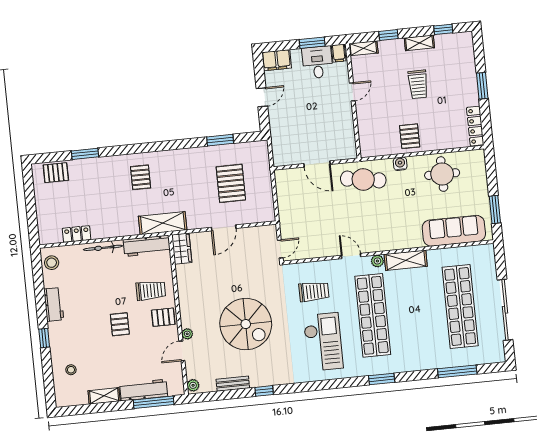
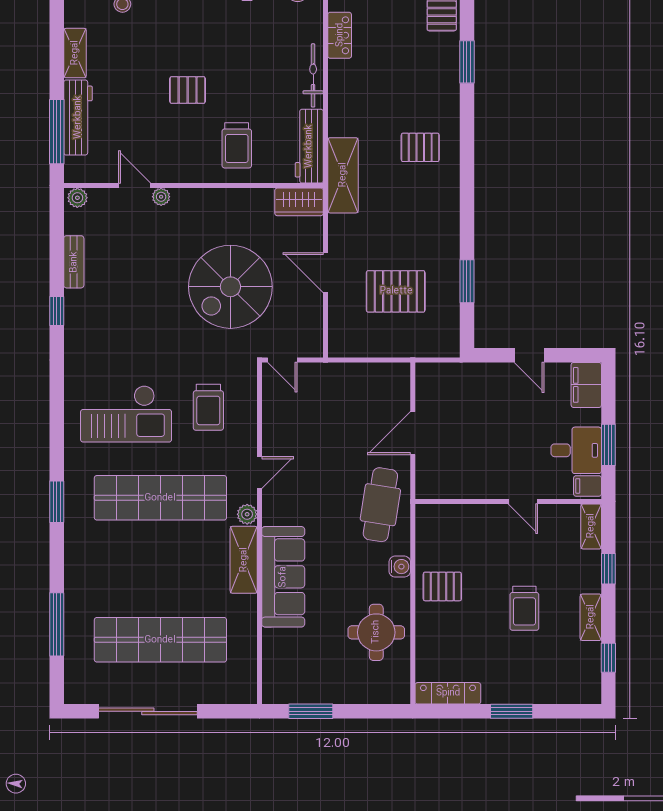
trolley: (418, 84) -> (524, 608), turned -90
sofa: (454, 231) -> (283, 577), moved
pallet: (163, 317) -> (192, 161), removed
spiral stairs: (246, 324) -> (230, 287), moved

